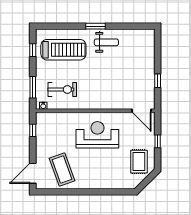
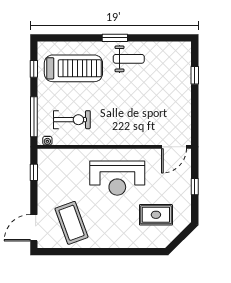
window: (158, 81) -> (195, 75), moved
window: (33, 87) -> (34, 117), width x1.44
door: (142, 111) -> (174, 147), hinge flipped
reception desk: (97, 135) -> (117, 178), turned 180
rug: (139, 162) -> (156, 215), moved, turned 90

